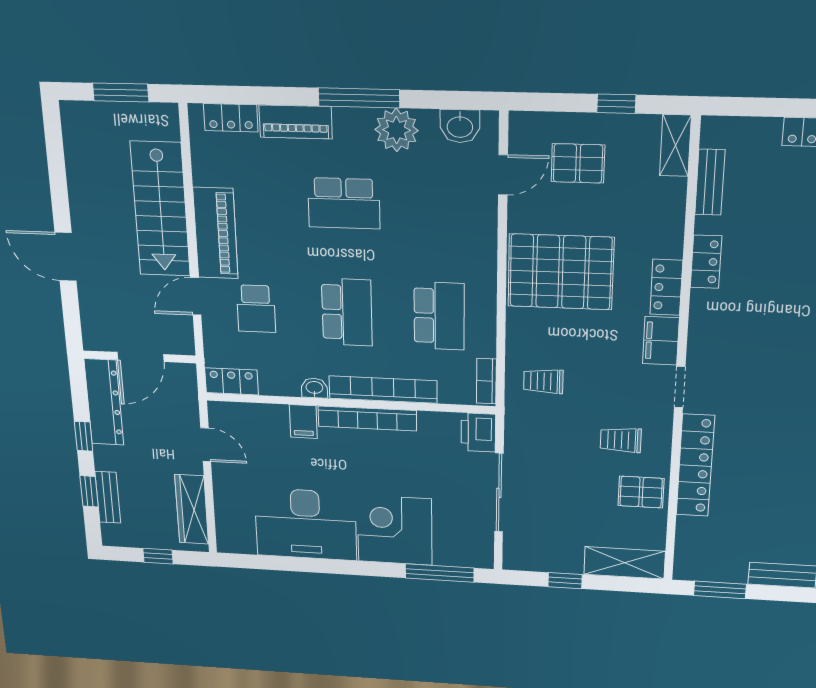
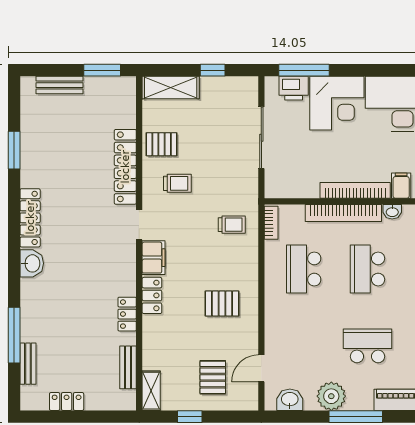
pallet: (578, 163) -> (213, 377), turned 90
pallet: (561, 272) -> (222, 303), width x0.49, depth x0.50
printer: (478, 432) -> (294, 88), moved, turned 90

